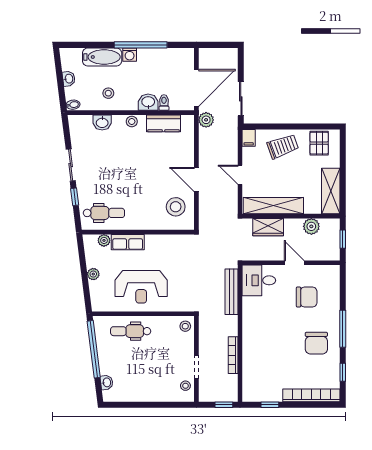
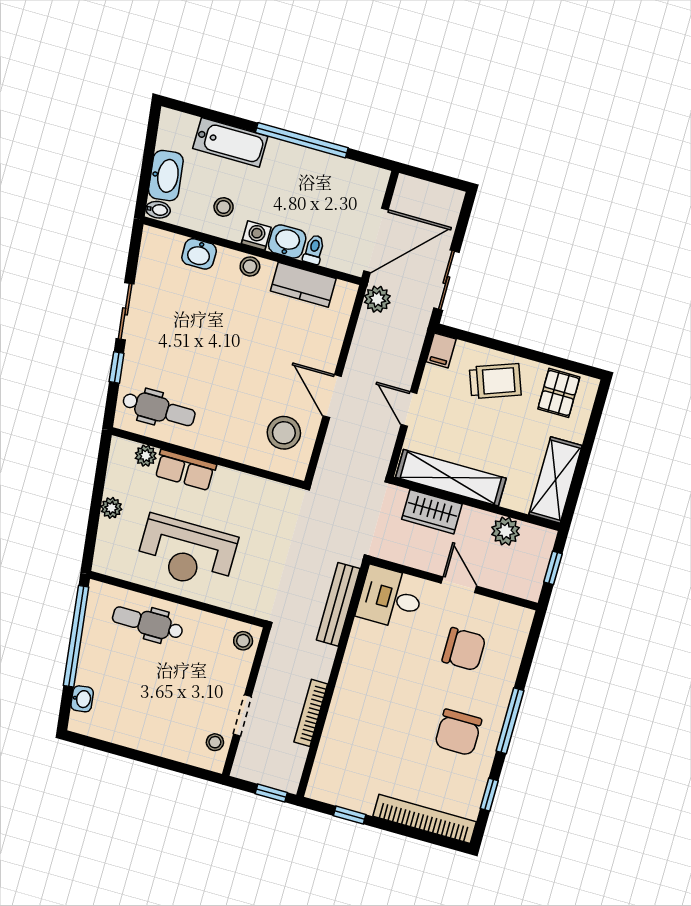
washing machine: (130, 55) -> (256, 235), moved, turned 180
washbasin: (69, 79) -> (166, 176), width x1.91, depth x1.45

